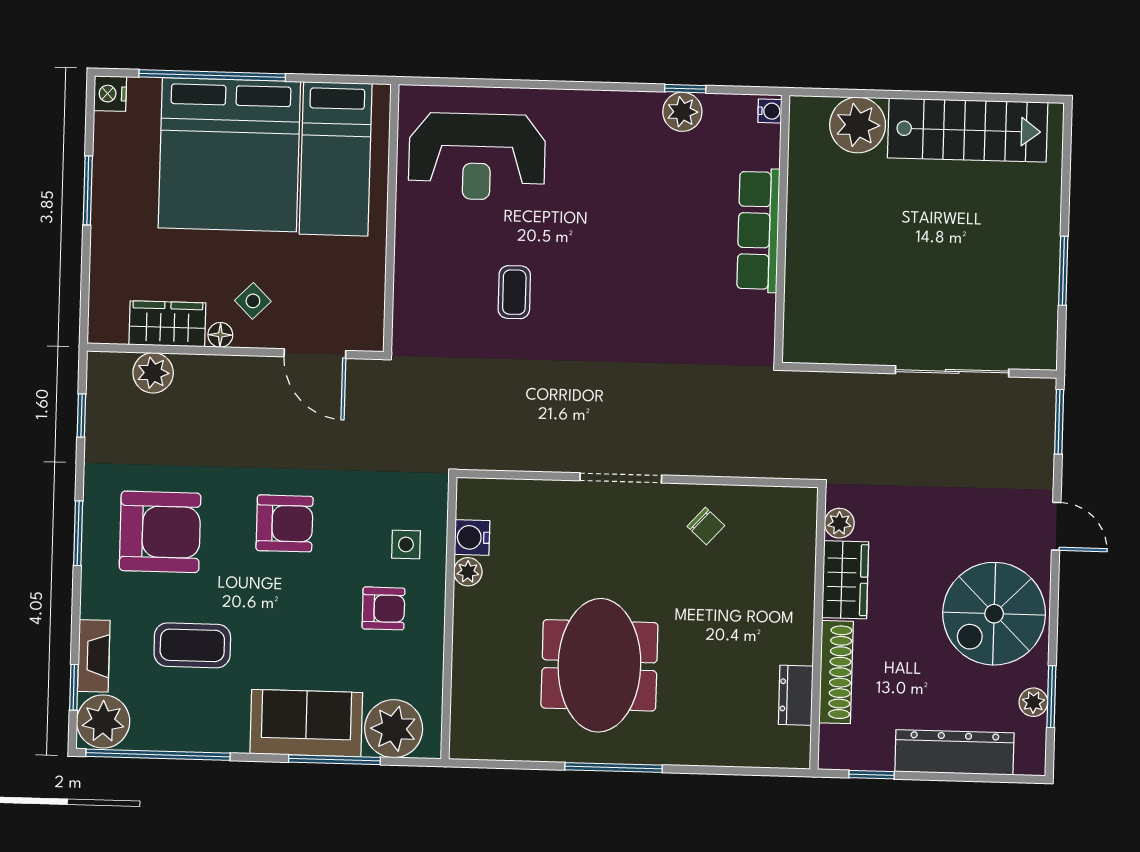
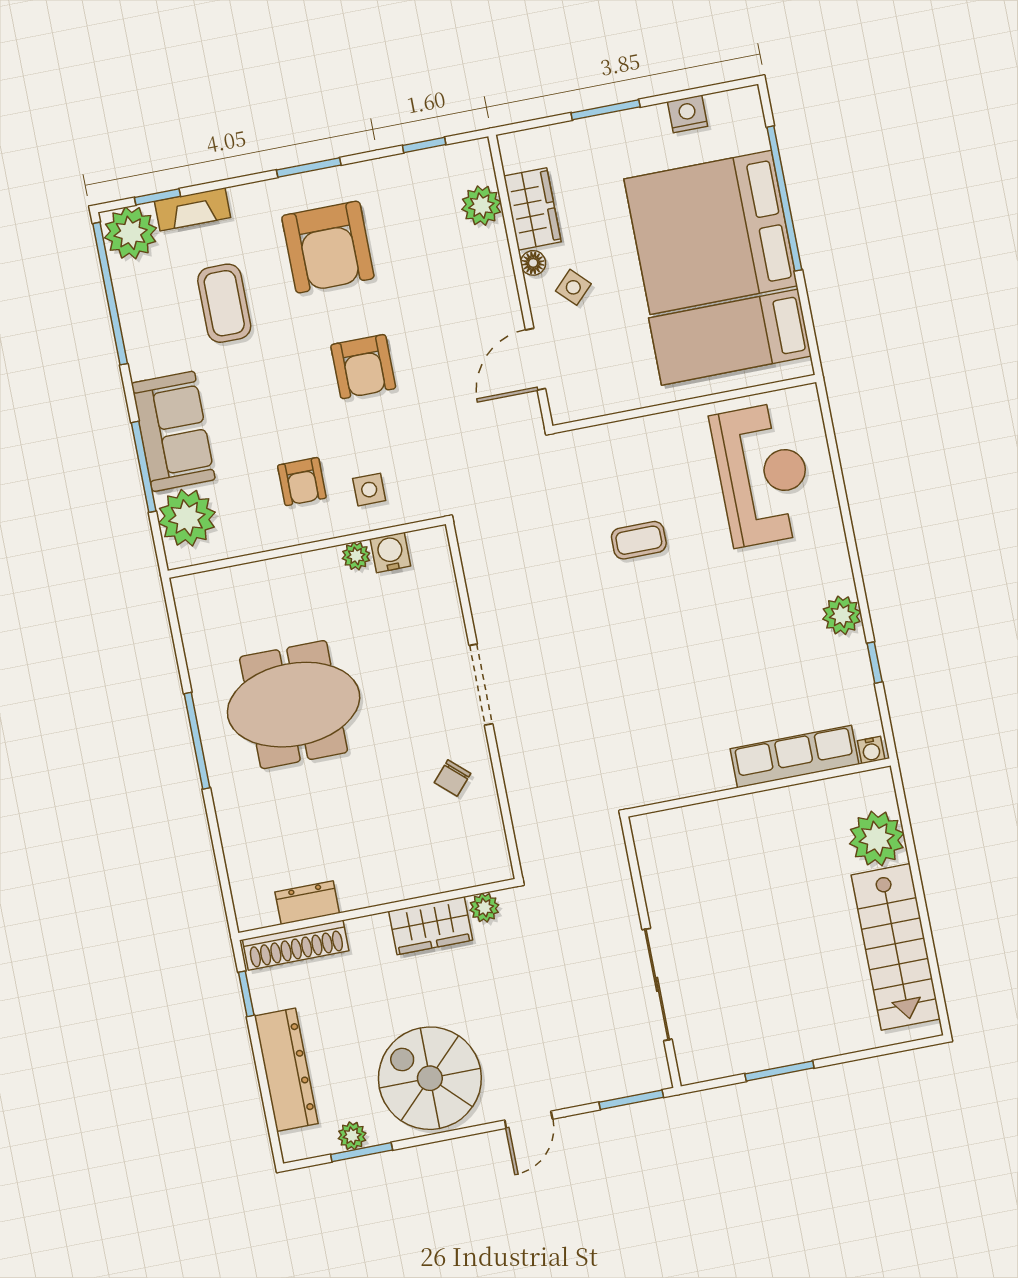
nightstand: (110, 94) -> (687, 114), moved
plant: (682, 112) -> (842, 615), moved
reception desk: (477, 157) -> (763, 474), turned 180
window: (88, 190) -> (606, 110), moved
row of seats: (758, 230) -> (795, 757), moved
shoe rack: (836, 672) -> (296, 945), moved

